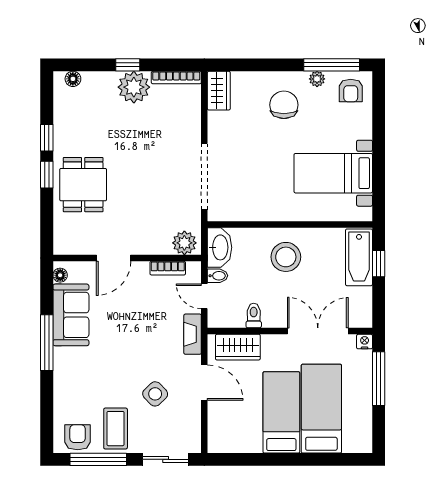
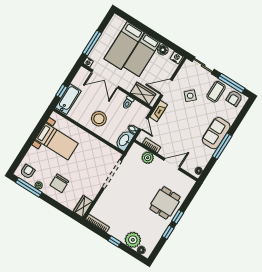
plant: (134, 87) -> (133, 240), moved
plant: (184, 243) -> (148, 158), moved
sofa: (71, 315) -> (216, 133), moved
door: (204, 383) -> (166, 87), hinge flipped
floor lamp: (251, 443) -> (163, 50), added
nightstand: (219, 444) -> (176, 58), added

